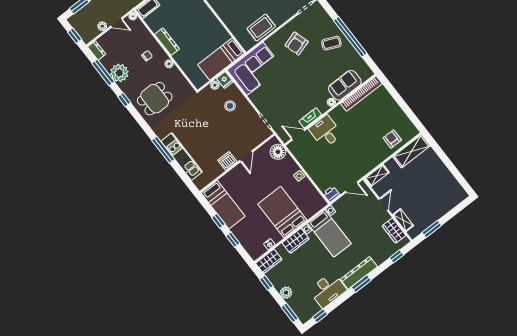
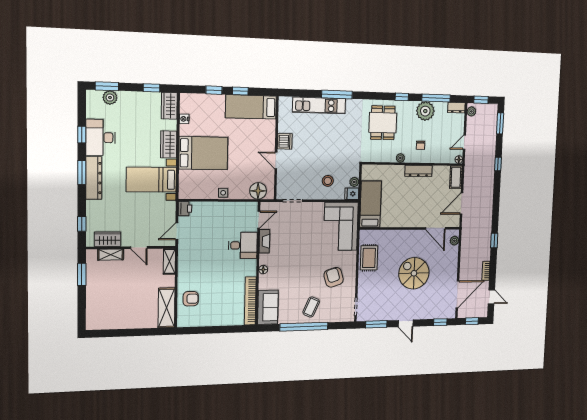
plant: (102, 26) -> (471, 111), moved
sofa: (345, 85) -> (268, 307), moved
plant: (286, 293) -> (110, 98), moved
window: (320, 316) -> (82, 135), moved

